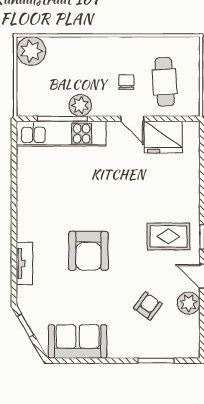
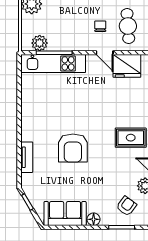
plant: (80, 105) -> (40, 43), moved
armchair: (148, 306) -> (126, 206), moved
floor lamp: (117, 349) -> (94, 219), added

